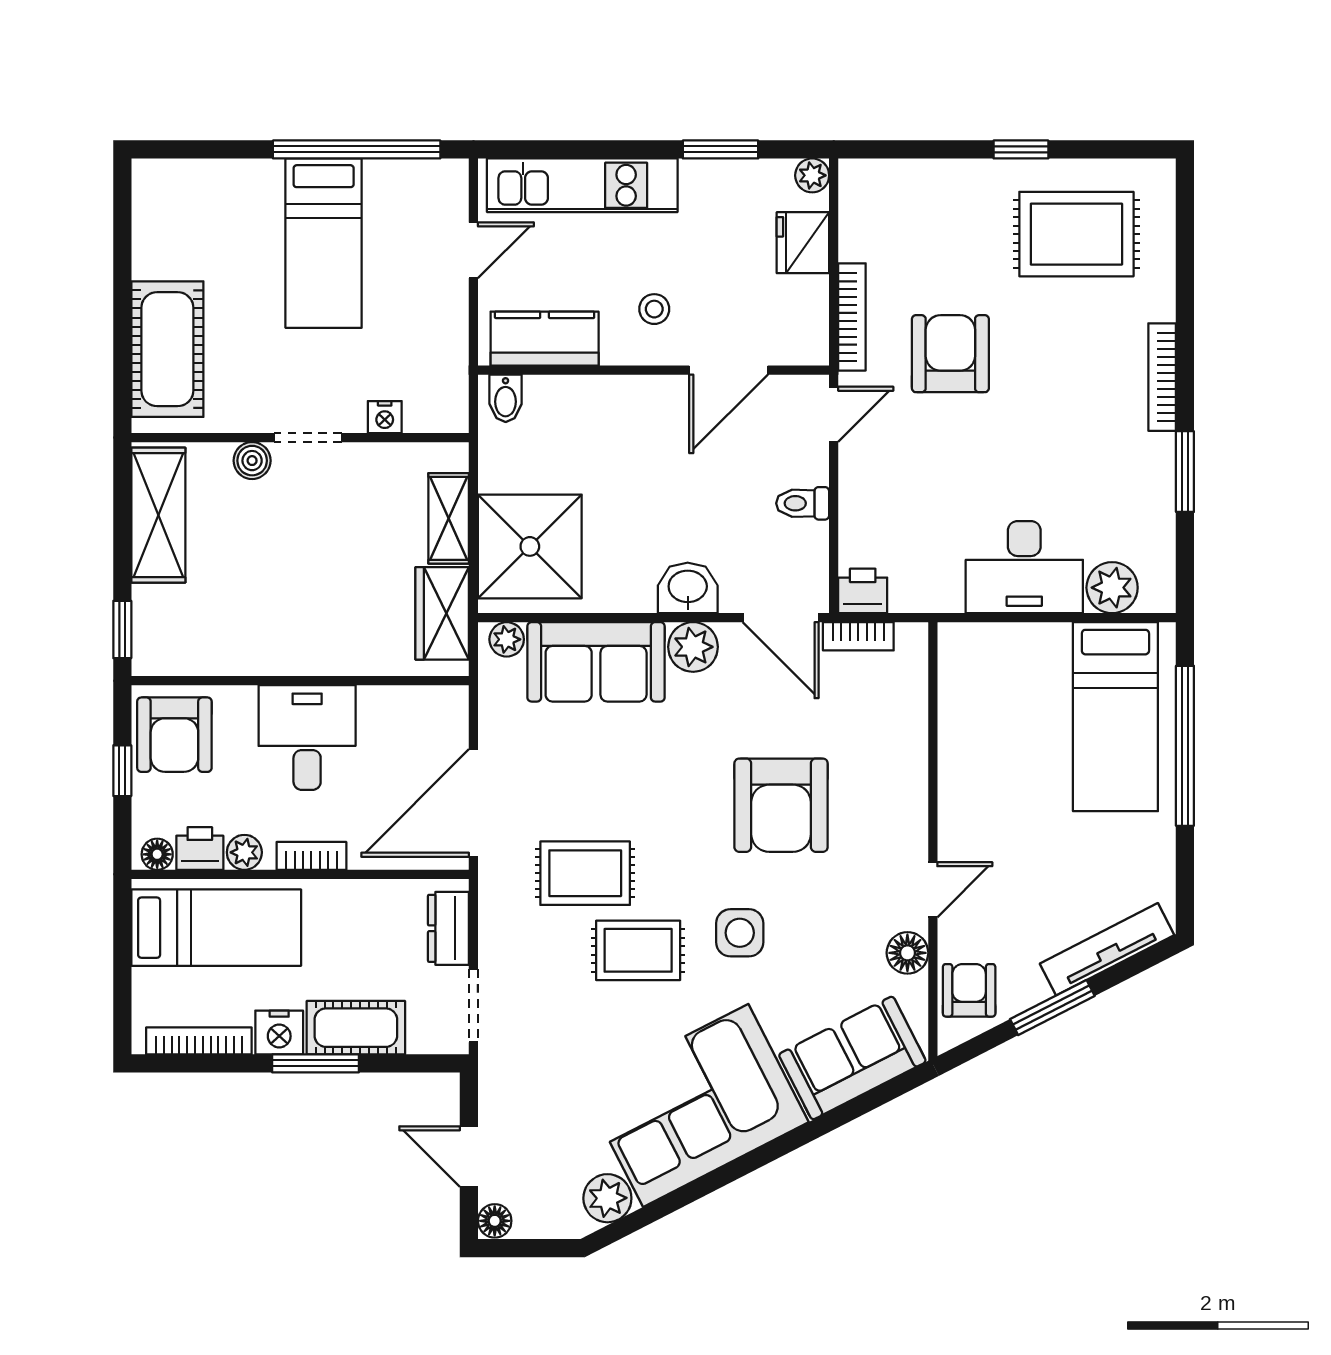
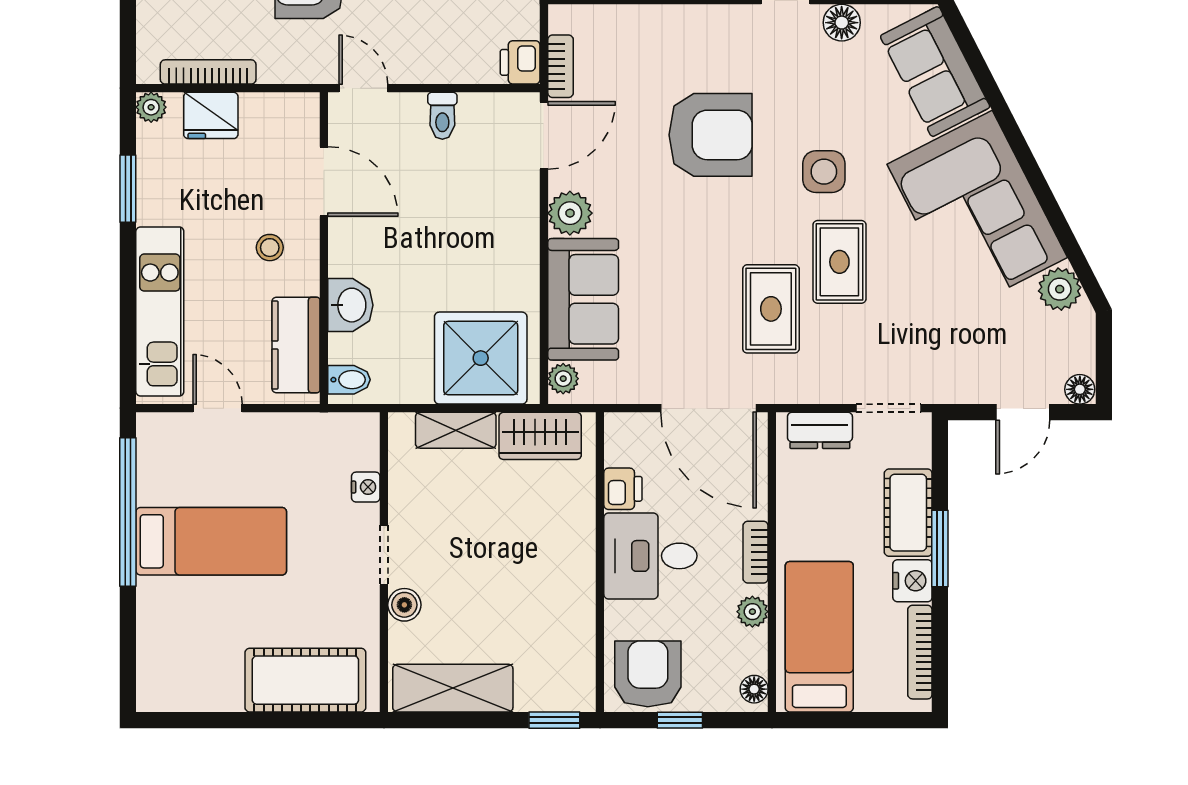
bookcase: (852, 317) -> (208, 72), moved
washbasin: (688, 588) -> (350, 305), moved, turned 180
armchair: (174, 735) -> (648, 674), turned -90
printer: (200, 848) -> (623, 489), moved, turned 180

